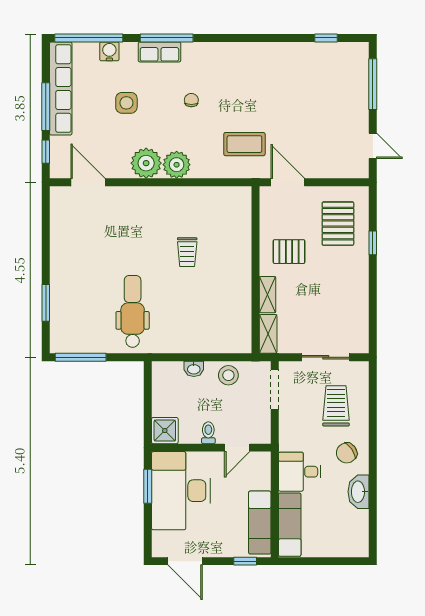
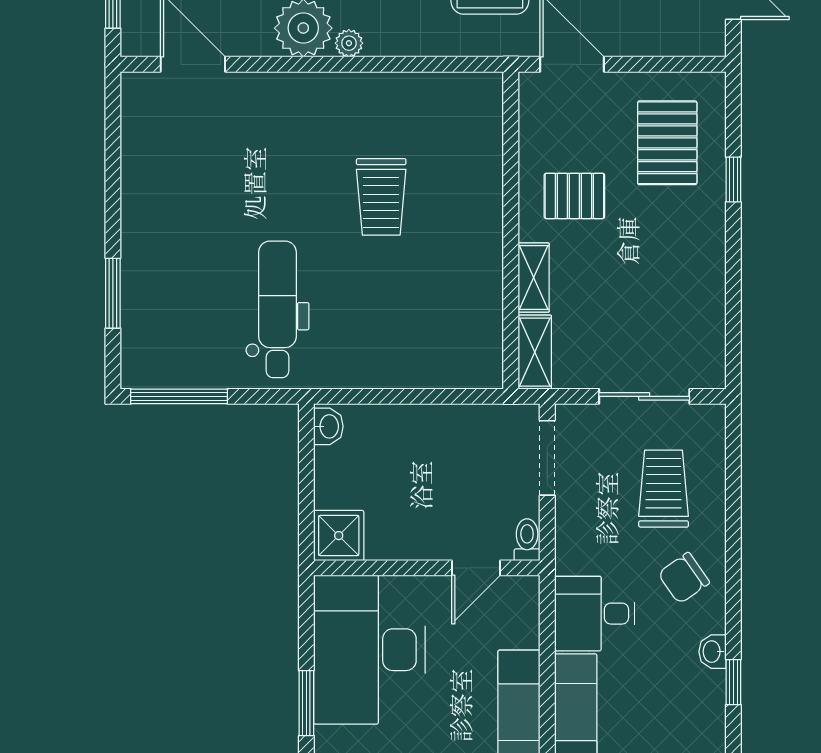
plant: (177, 165) -> (349, 43), width x0.53, depth x0.53
trolley: (187, 252) -> (381, 197), width x1.36, depth x1.39
washbasin: (194, 369) -> (328, 426), moved, turned -90
stool: (228, 375) -> (459, 431), removed
toilet: (208, 433) -> (527, 540), moved
window: (148, 486) -> (306, 703), moved
washbasin: (359, 492) -> (712, 652), width x0.52, depth x0.69
window: (373, 508) -> (733, 682), added

